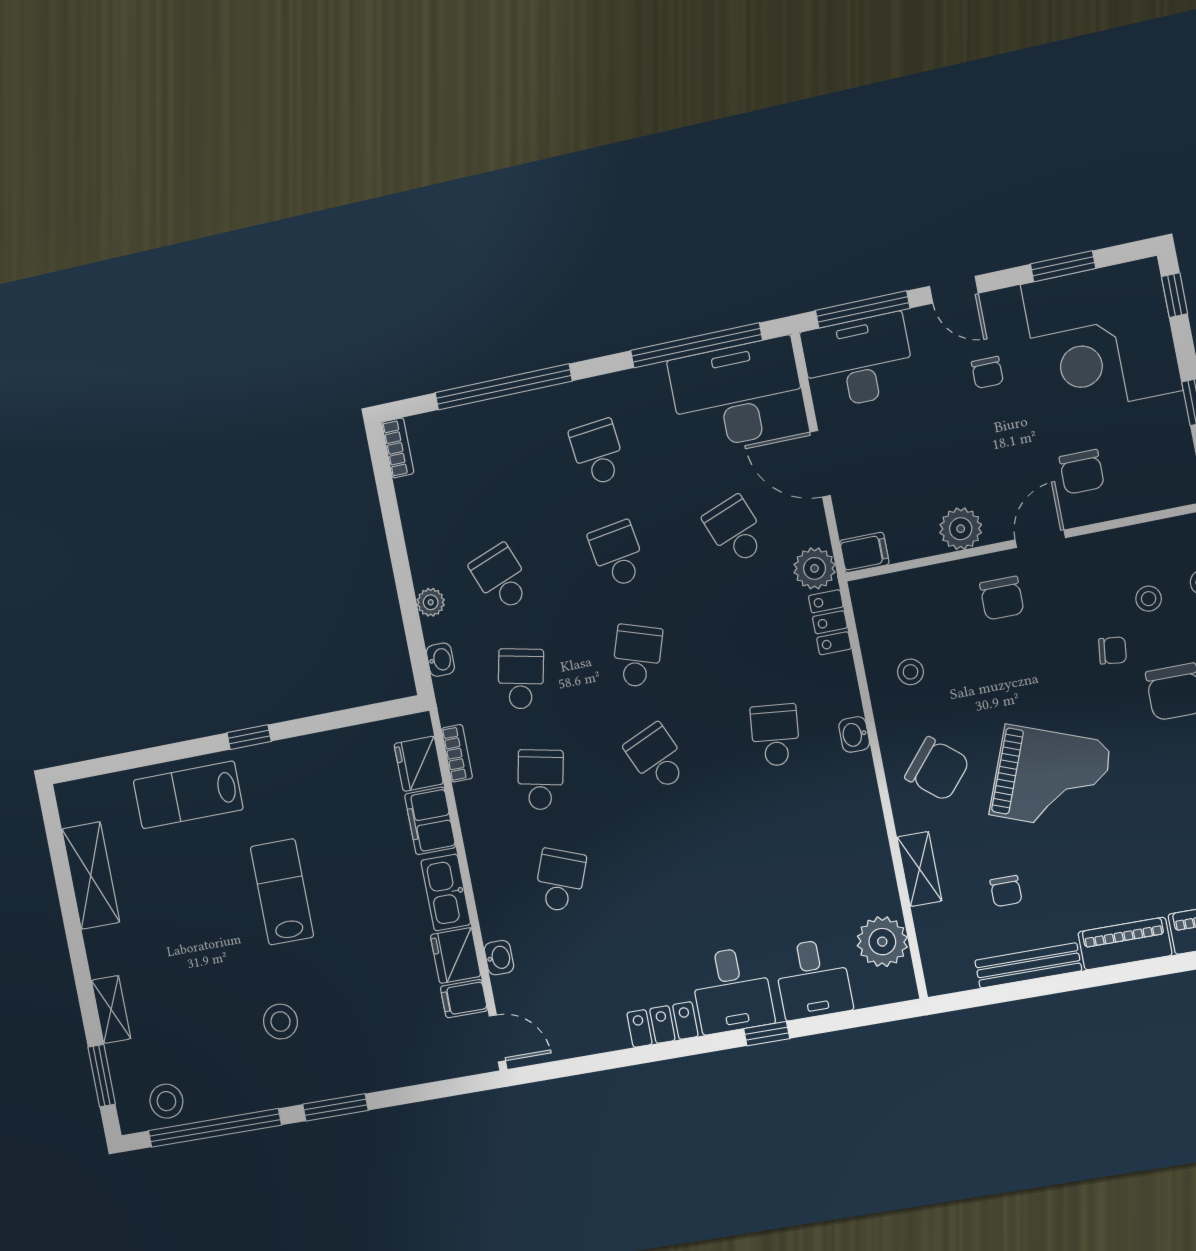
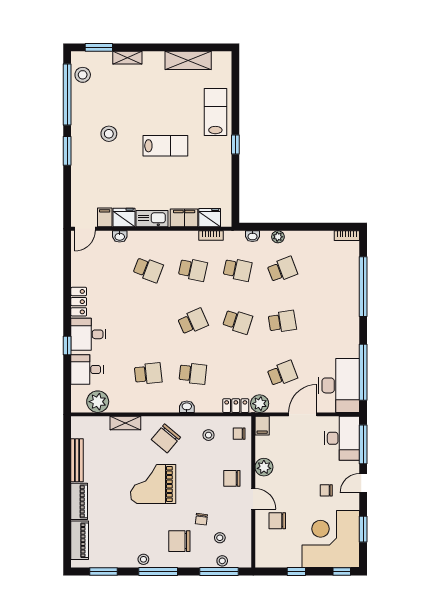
school desk: (598, 453) -> (148, 374), moved
grand piano: (1050, 779) -> (153, 484), turned 69
chair: (1006, 891) -> (239, 434), moved

